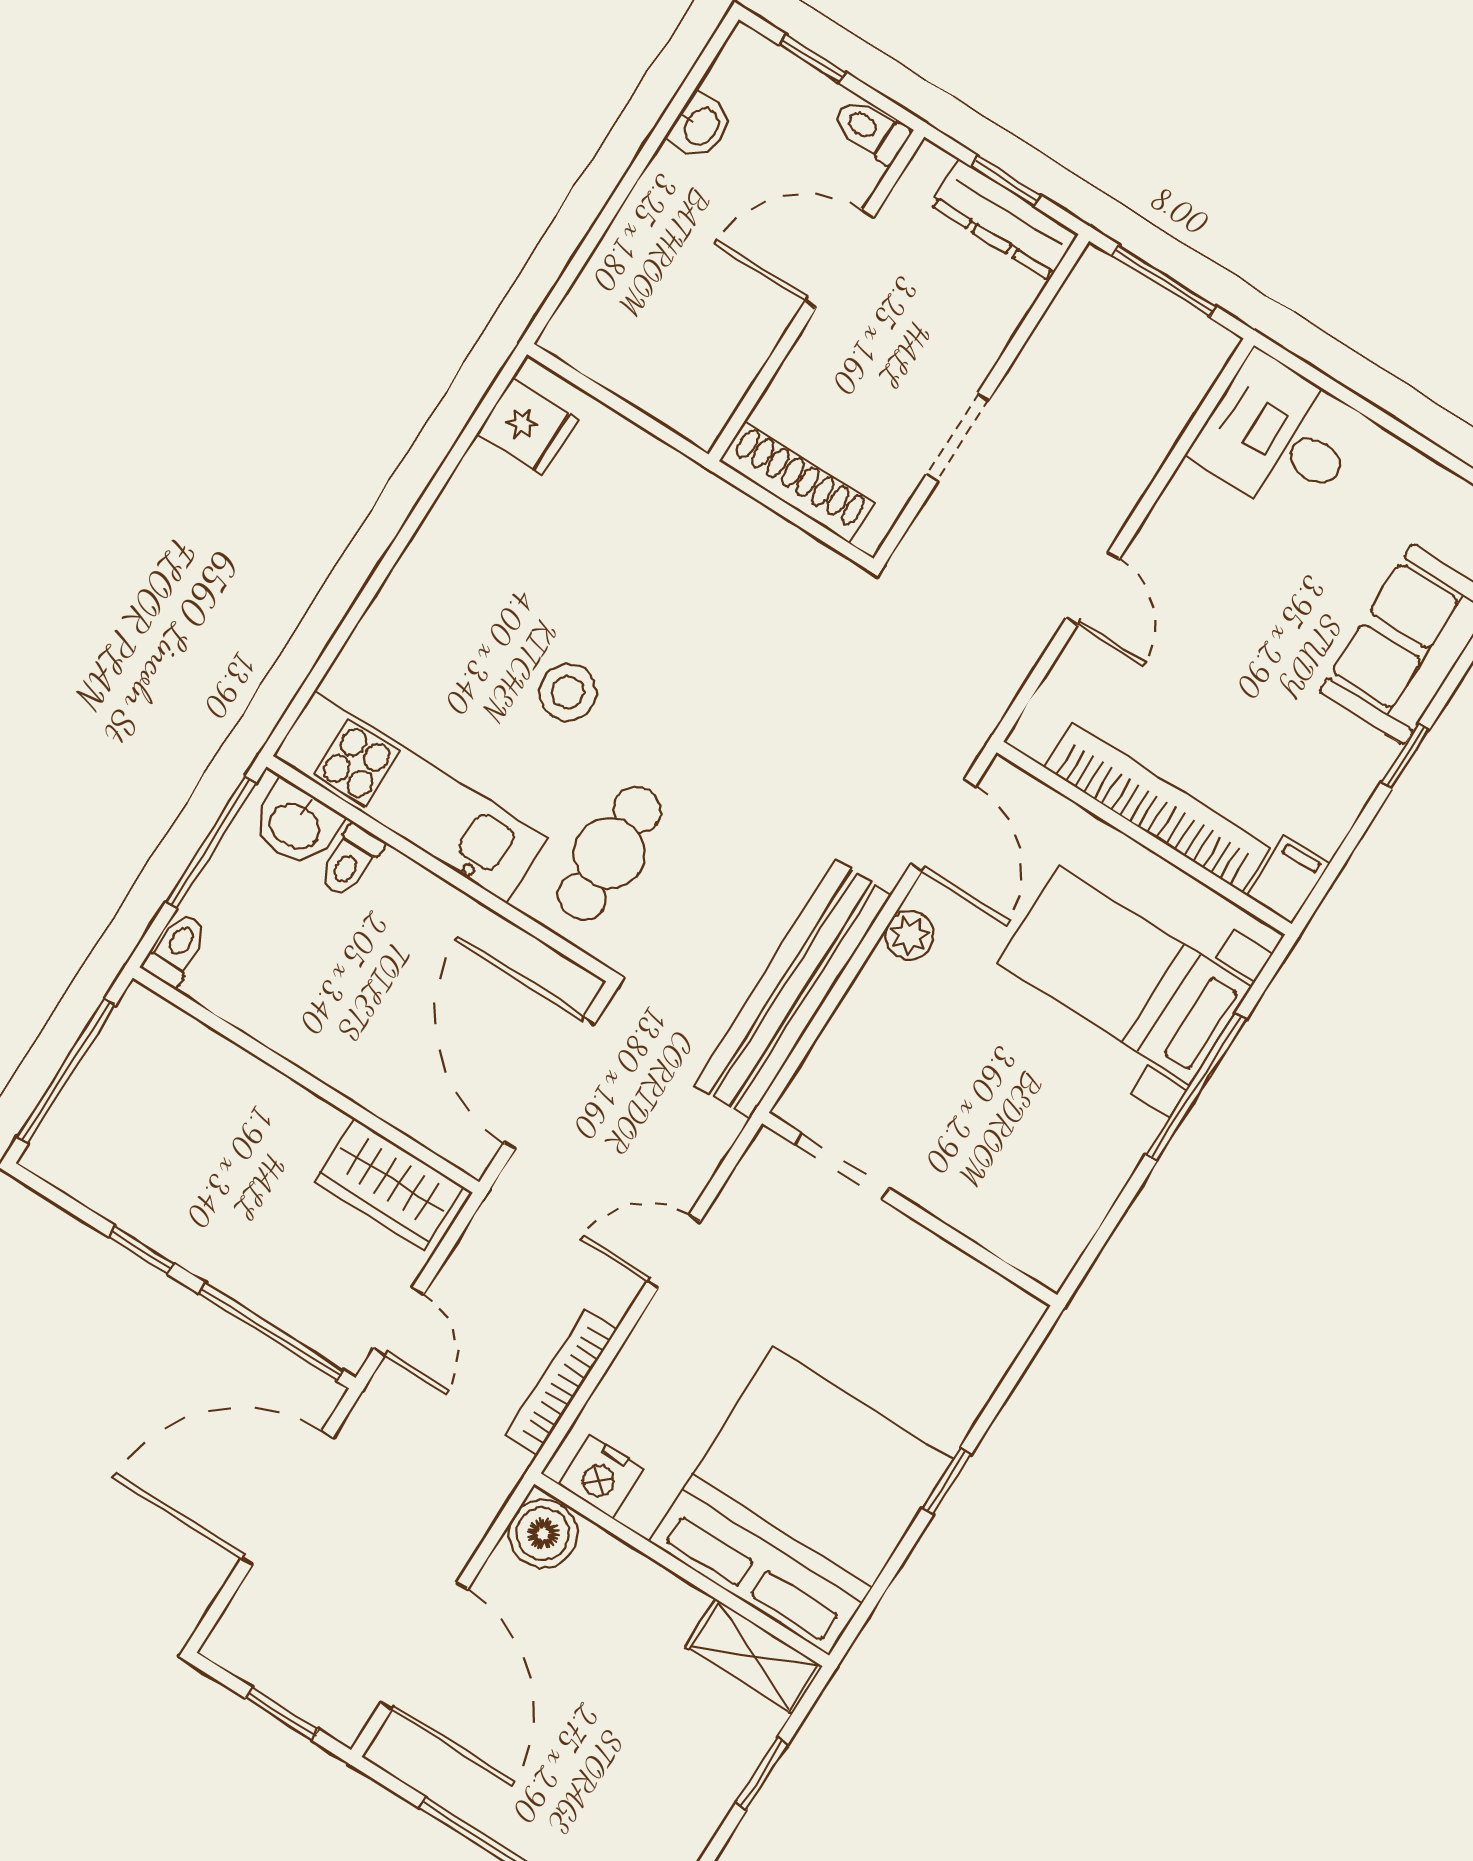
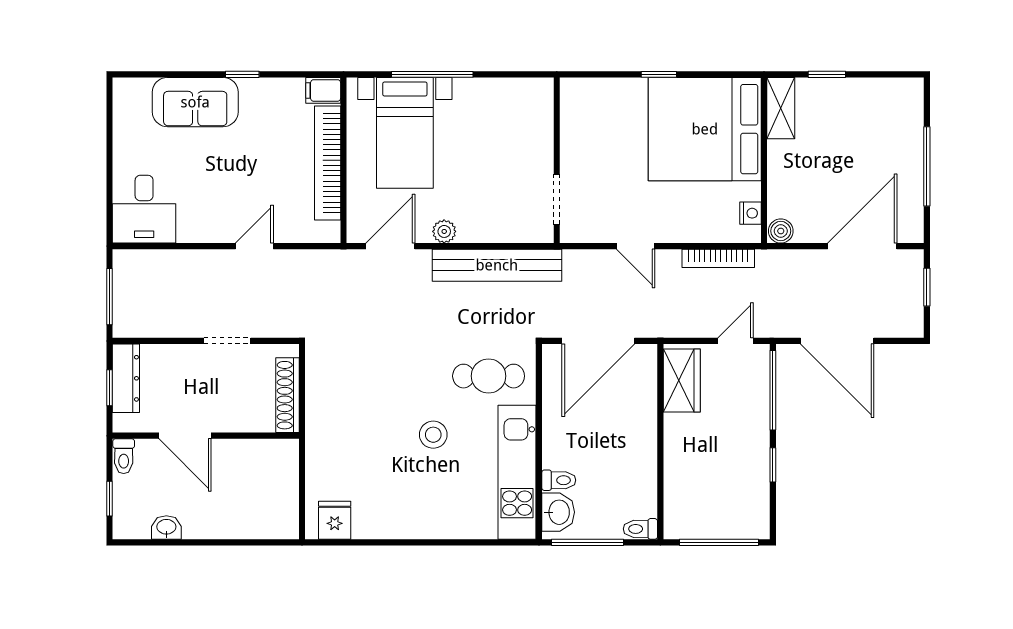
nightstand: (601, 1477) -> (750, 213), width x0.72, depth x0.74
boiler: (543, 1534) -> (781, 231), width x0.73, depth x0.73

